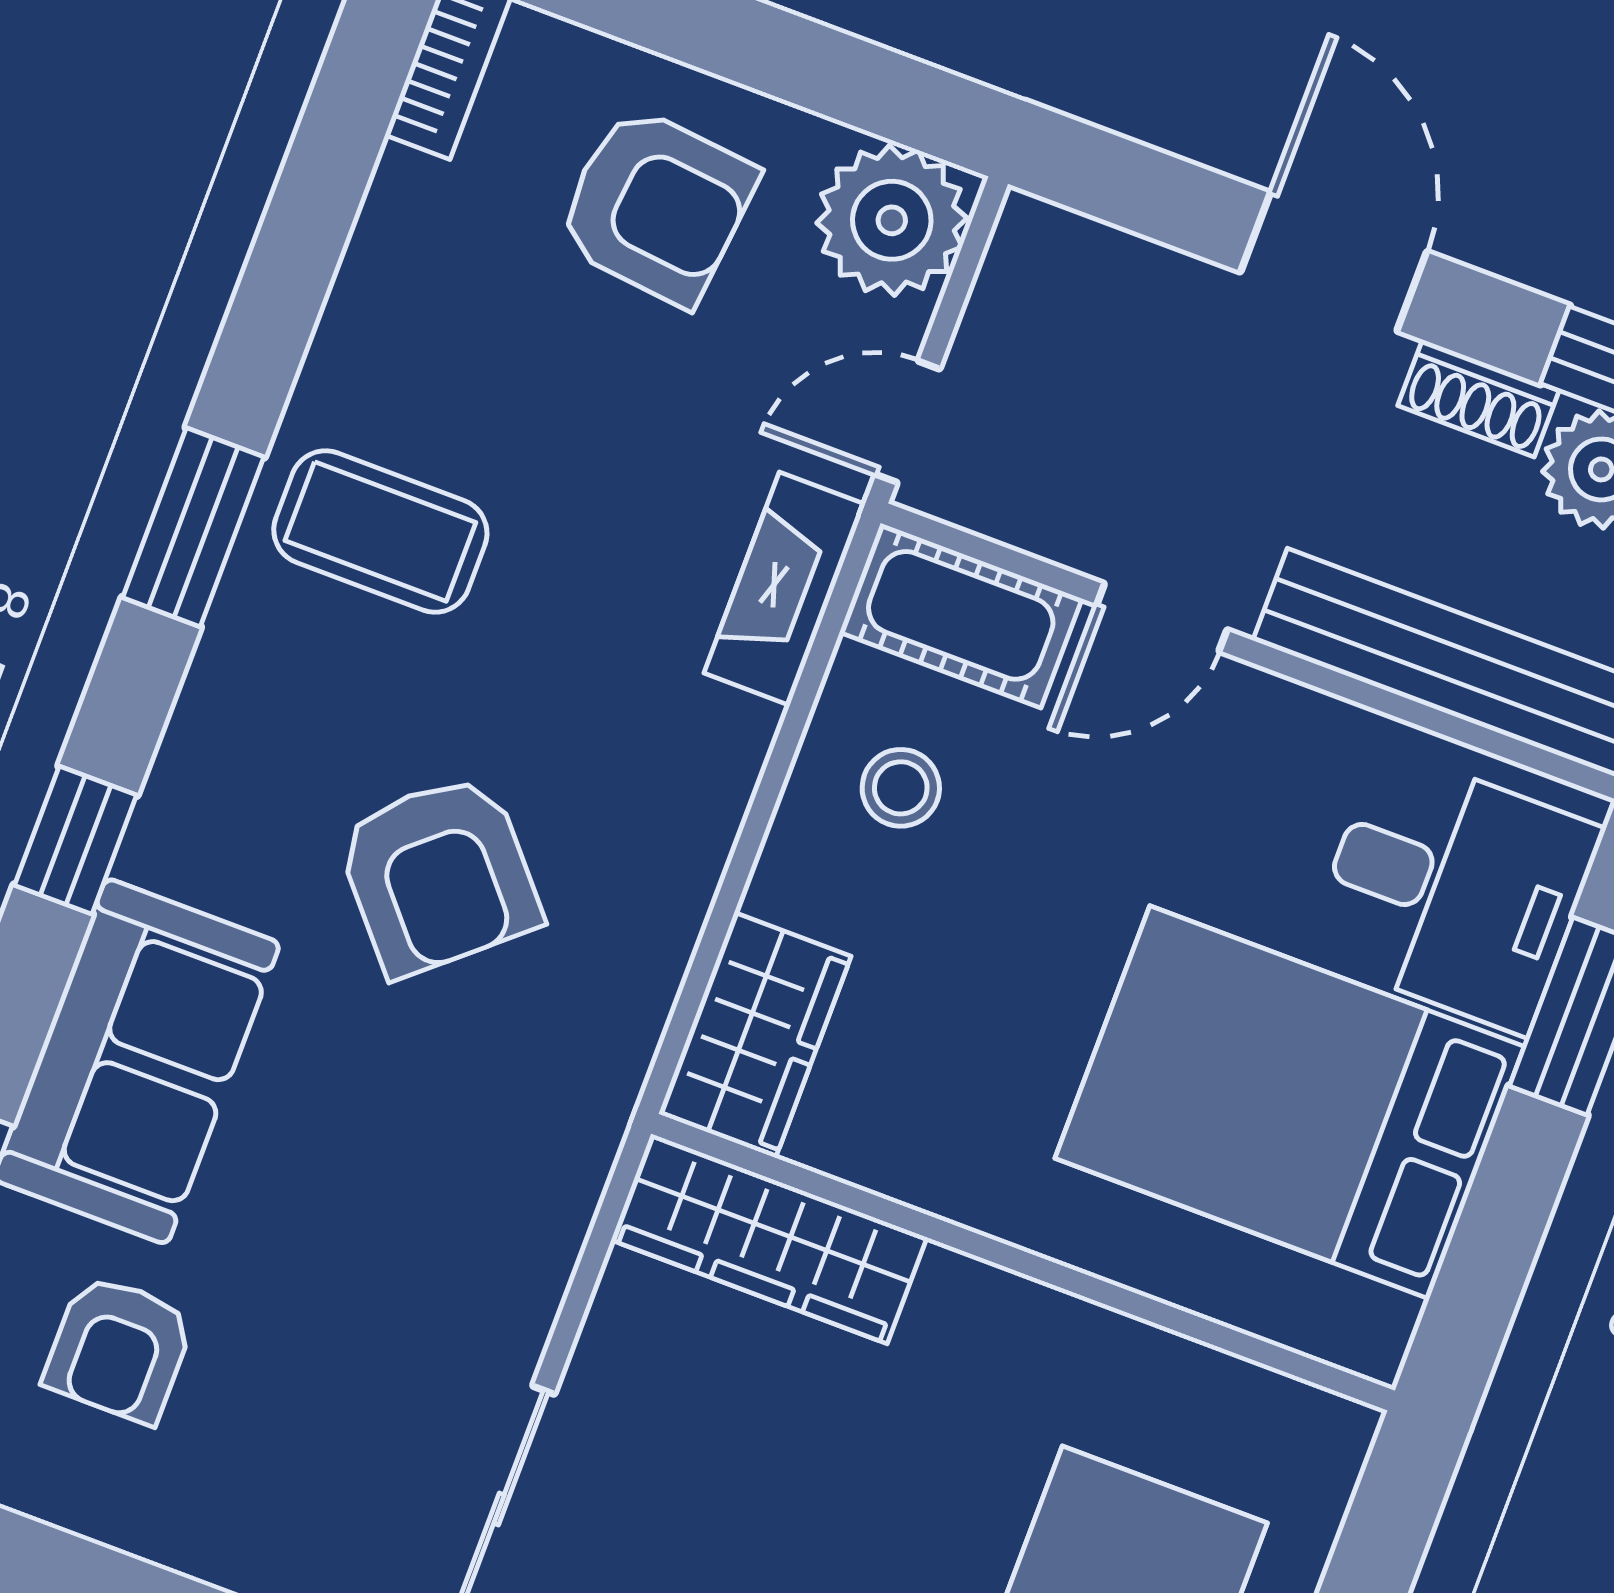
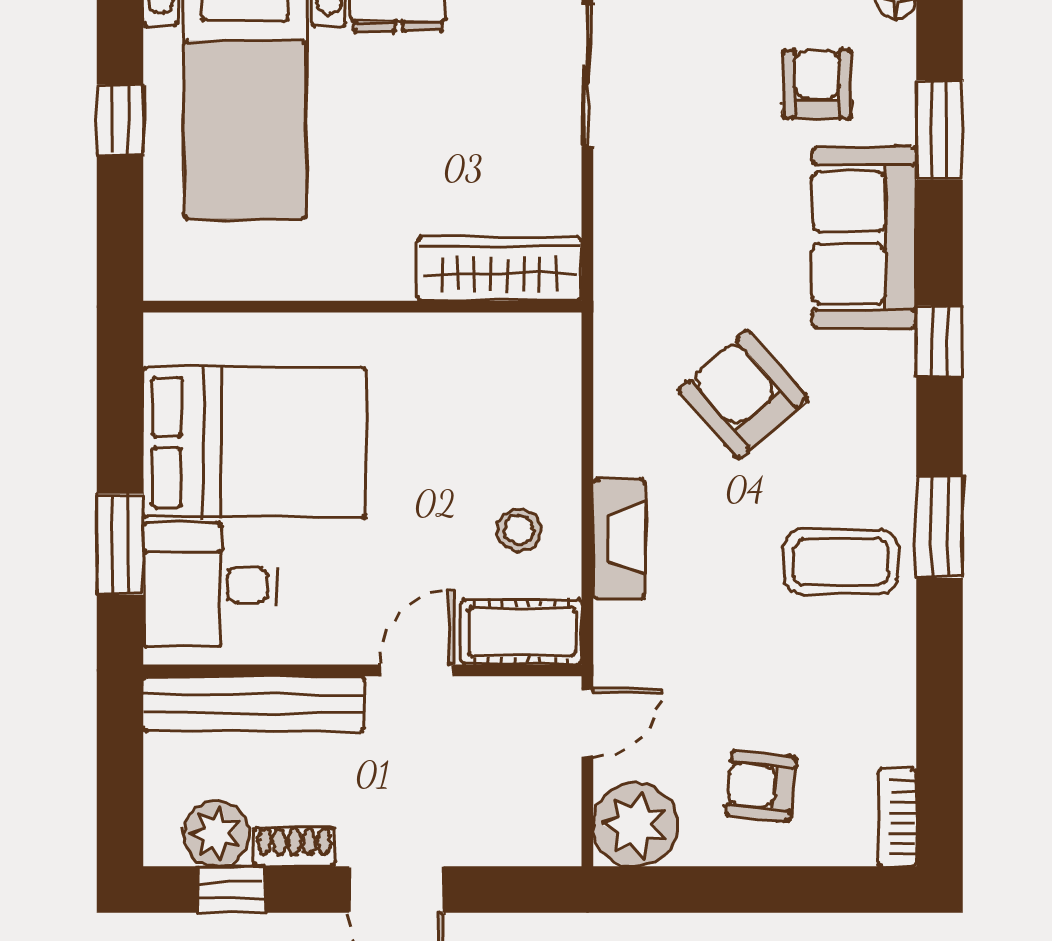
armchair: (656, 206) -> (761, 786), width x0.72, depth x0.72
fireplace: (785, 589) -> (619, 539), moved
wardrobe: (755, 1035) -> (547, 373), removed

